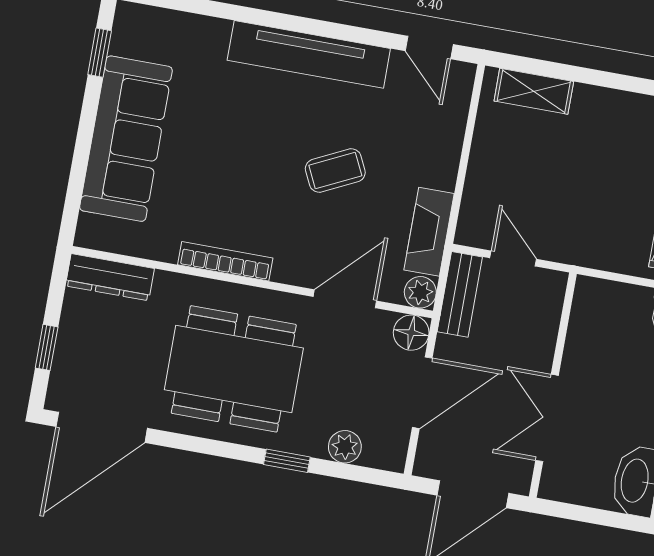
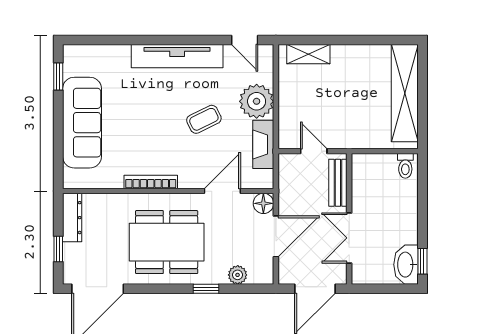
dresser: (110, 277) -> (72, 218), moved, turned -90
plant: (420, 292) -> (257, 101), moved, width x1.88, depth x1.88
bench: (460, 294) -> (338, 183), moved

